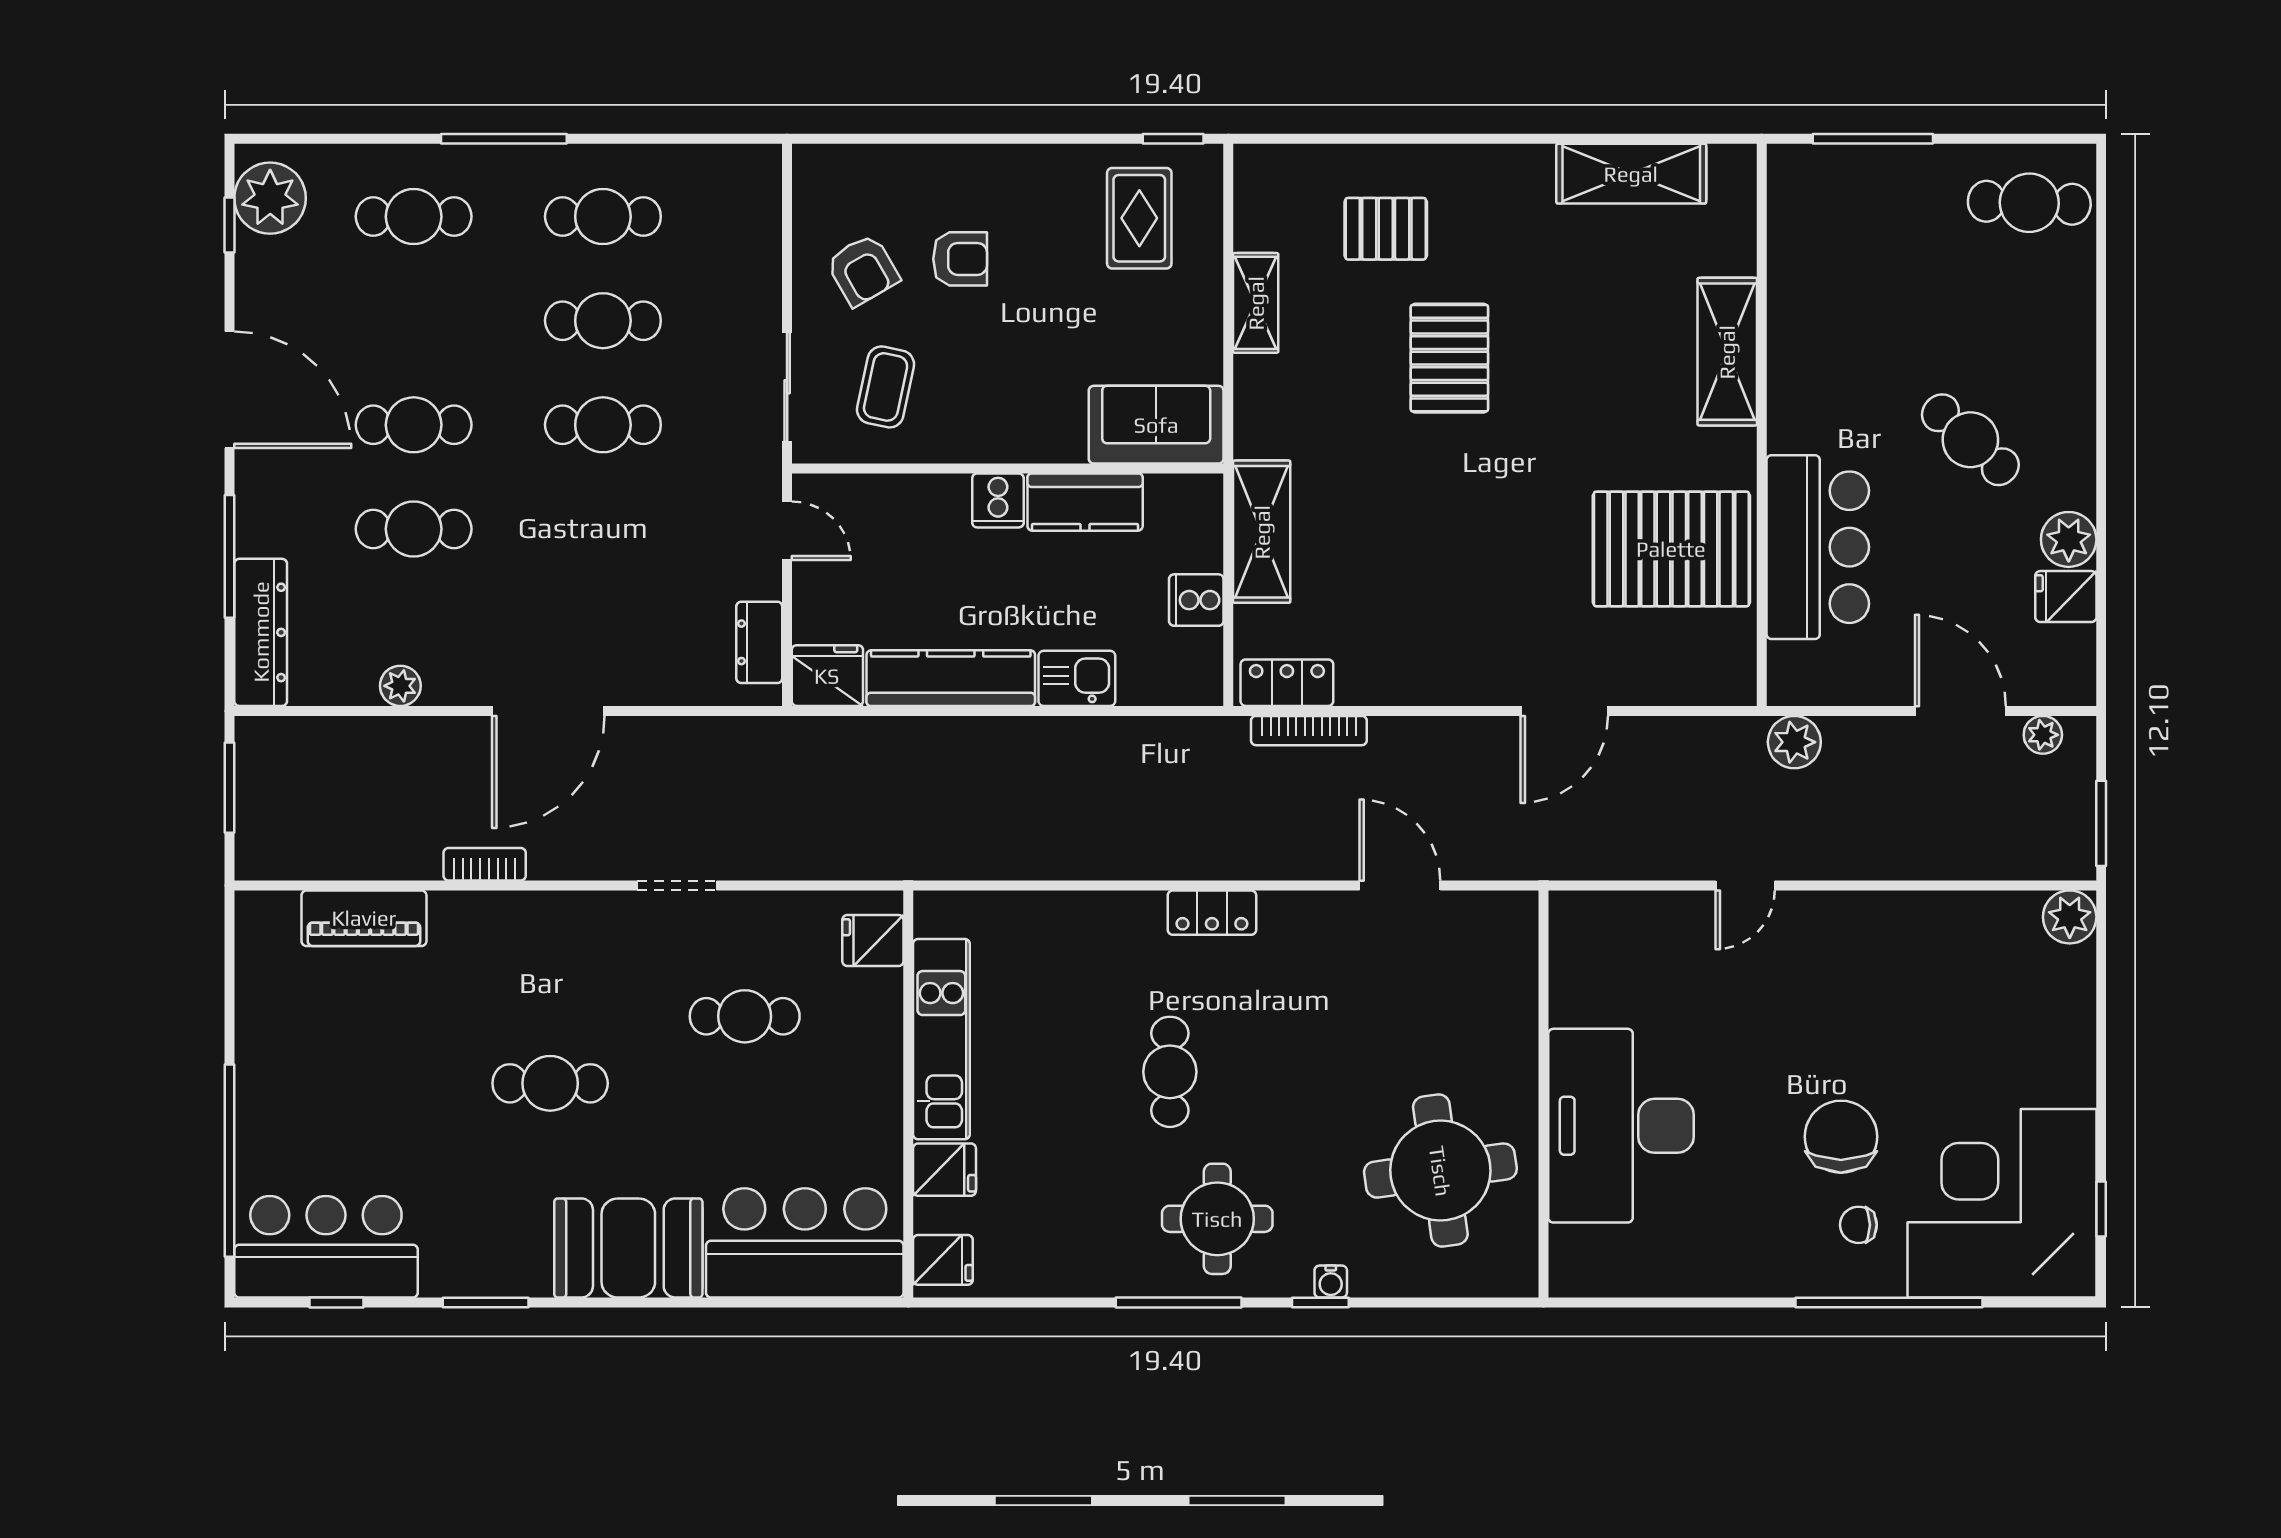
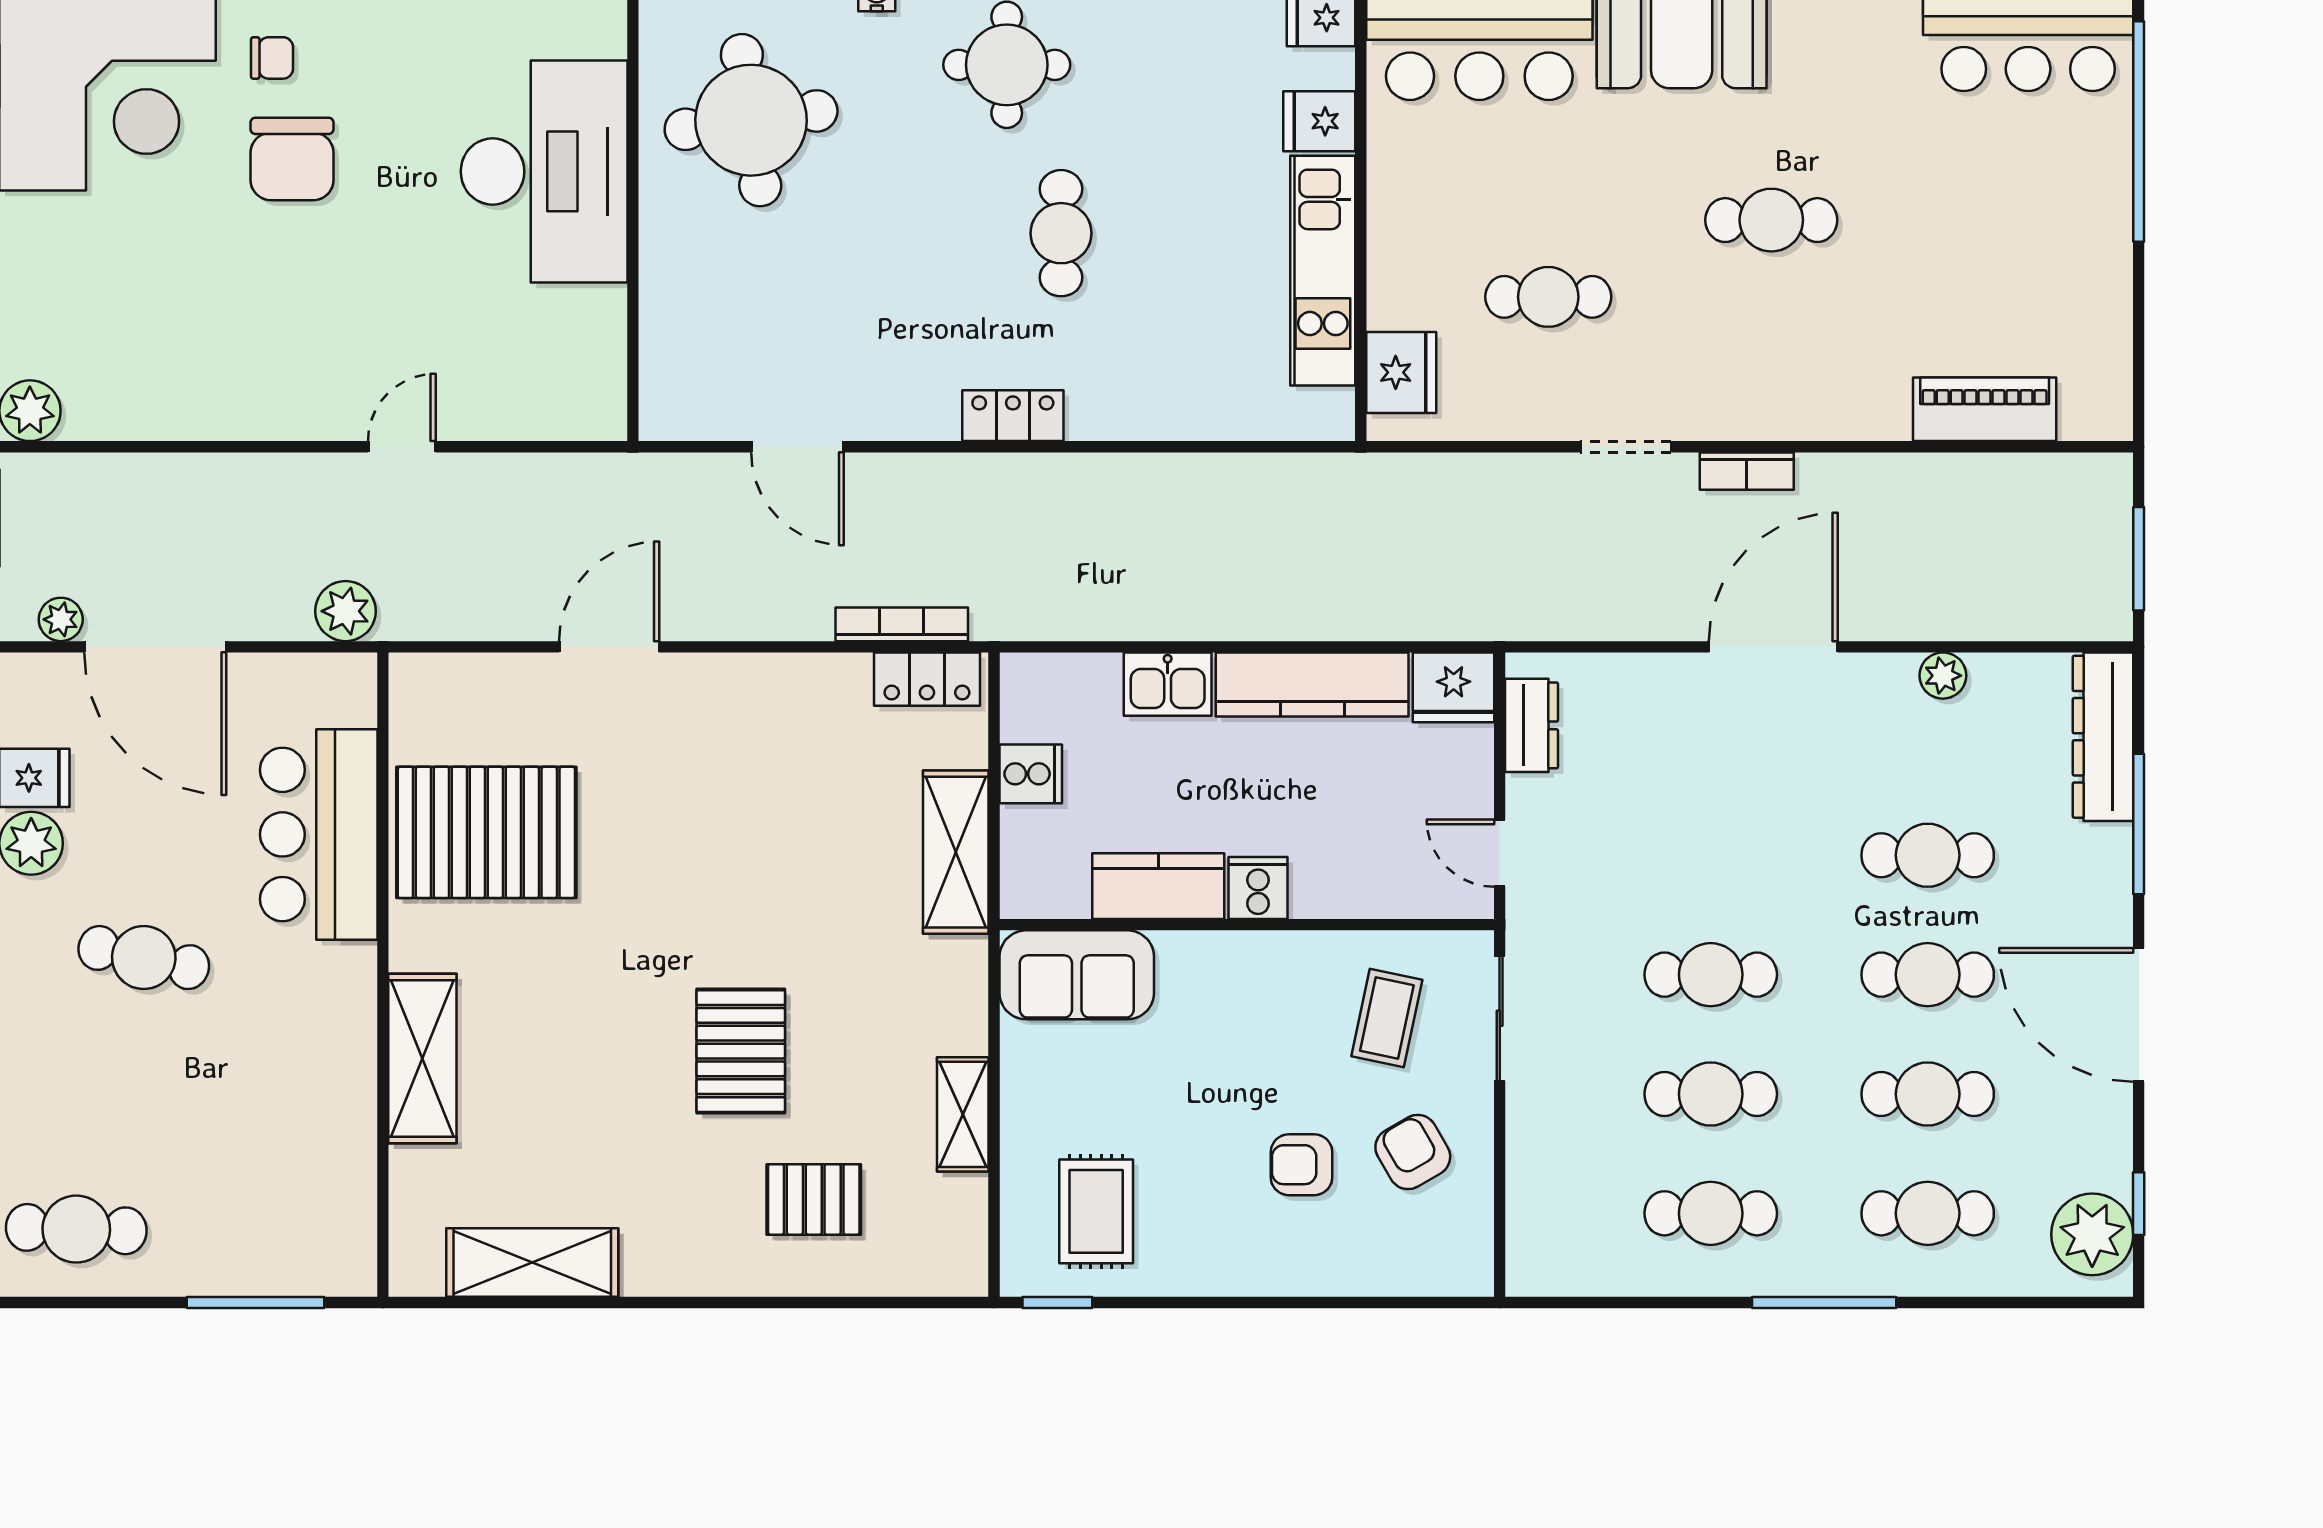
cafe table: (414, 321) -> (1928, 1094), added
cafe table: (1970, 440) -> (144, 958), turned -30
door: (1960, 711) -> (155, 647), width x1.36
bookcase: (485, 864) -> (1747, 471), moved
fridge: (873, 940) -> (1401, 372), width x1.38

